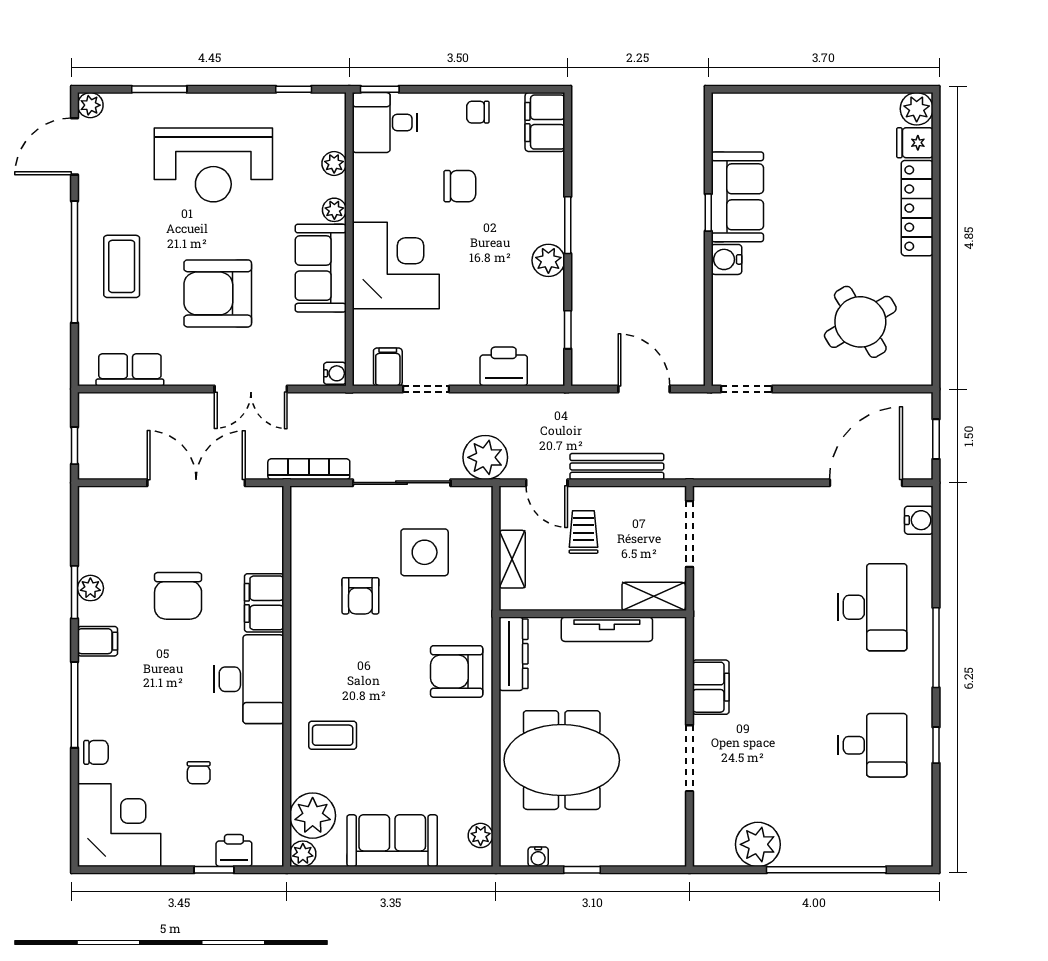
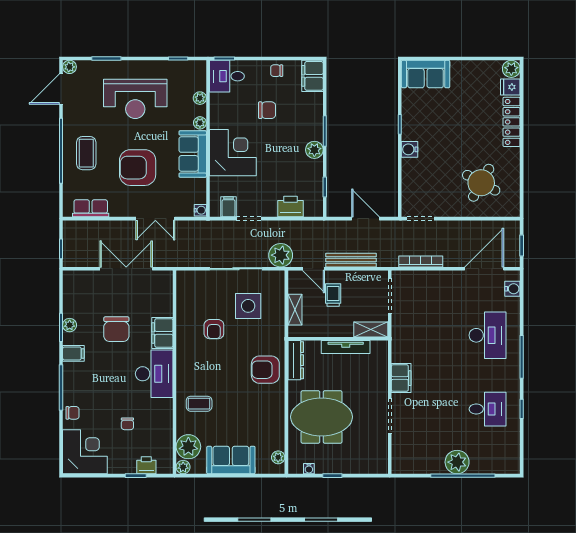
sofa: (737, 197) -> (426, 74), moved, turned 90
round table: (860, 322) -> (481, 183), turned -30
bookcase: (309, 469) -> (421, 261), moved
plant: (758, 844) -> (457, 462), moved

